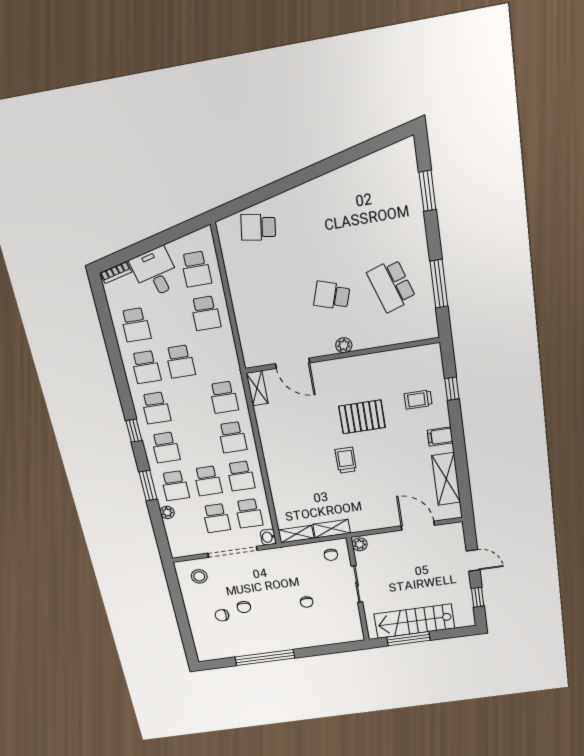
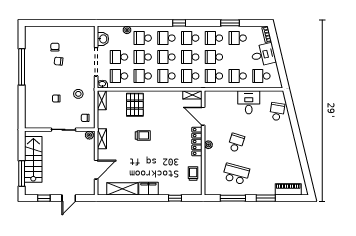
piano: (408, 178) -> (288, 189), added
window: (427, 191) -> (266, 198), moved
desk: (251, 284) -> (249, 102), added
school desk: (391, 286) -> (236, 174), turned 33
school desk: (215, 356) -> (214, 76), added
door: (292, 363) -> (203, 116), hinge flipped
locker: (341, 367) -> (197, 142), added
trolley: (418, 400) -> (193, 174), moved
school desk: (190, 403) -> (190, 57), added
pallet: (362, 417) -> (135, 105), moved
filing cabinet: (440, 436) -> (148, 189), width x2.00
school desk: (199, 442) -> (166, 57), added
window: (148, 486) -> (230, 23), moved
shelving: (332, 529) -> (102, 139), moved
washbasin: (192, 547) -> (103, 39), added
stool: (199, 576) -> (78, 94), moved
window: (408, 639) -> (22, 173), moved

